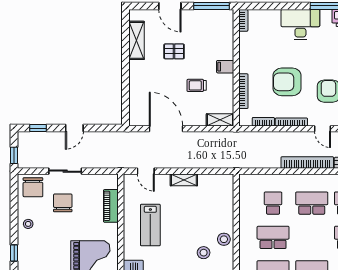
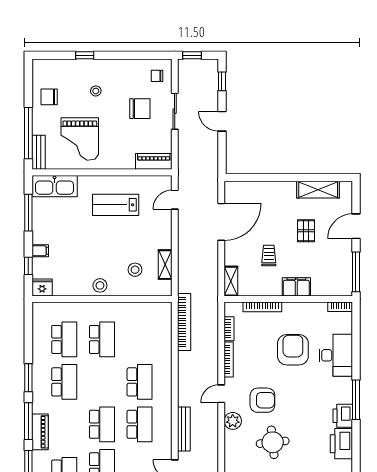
desk: (300, 24) -> (336, 355), moved
filing cabinet: (225, 67) -> (296, 287), width x2.00
armchair: (287, 82) -> (293, 350), moved
bookcase: (307, 163) -> (184, 322), moved
shelving: (184, 180) -> (165, 265), moved
chair: (33, 187) -> (157, 76), width x0.54, depth x0.54
school desk: (273, 203) -> (140, 339), removed
piano: (111, 206) -> (154, 161), moved
stool: (28, 224) -> (96, 91), moved
stool: (204, 253) -> (135, 270), moved

